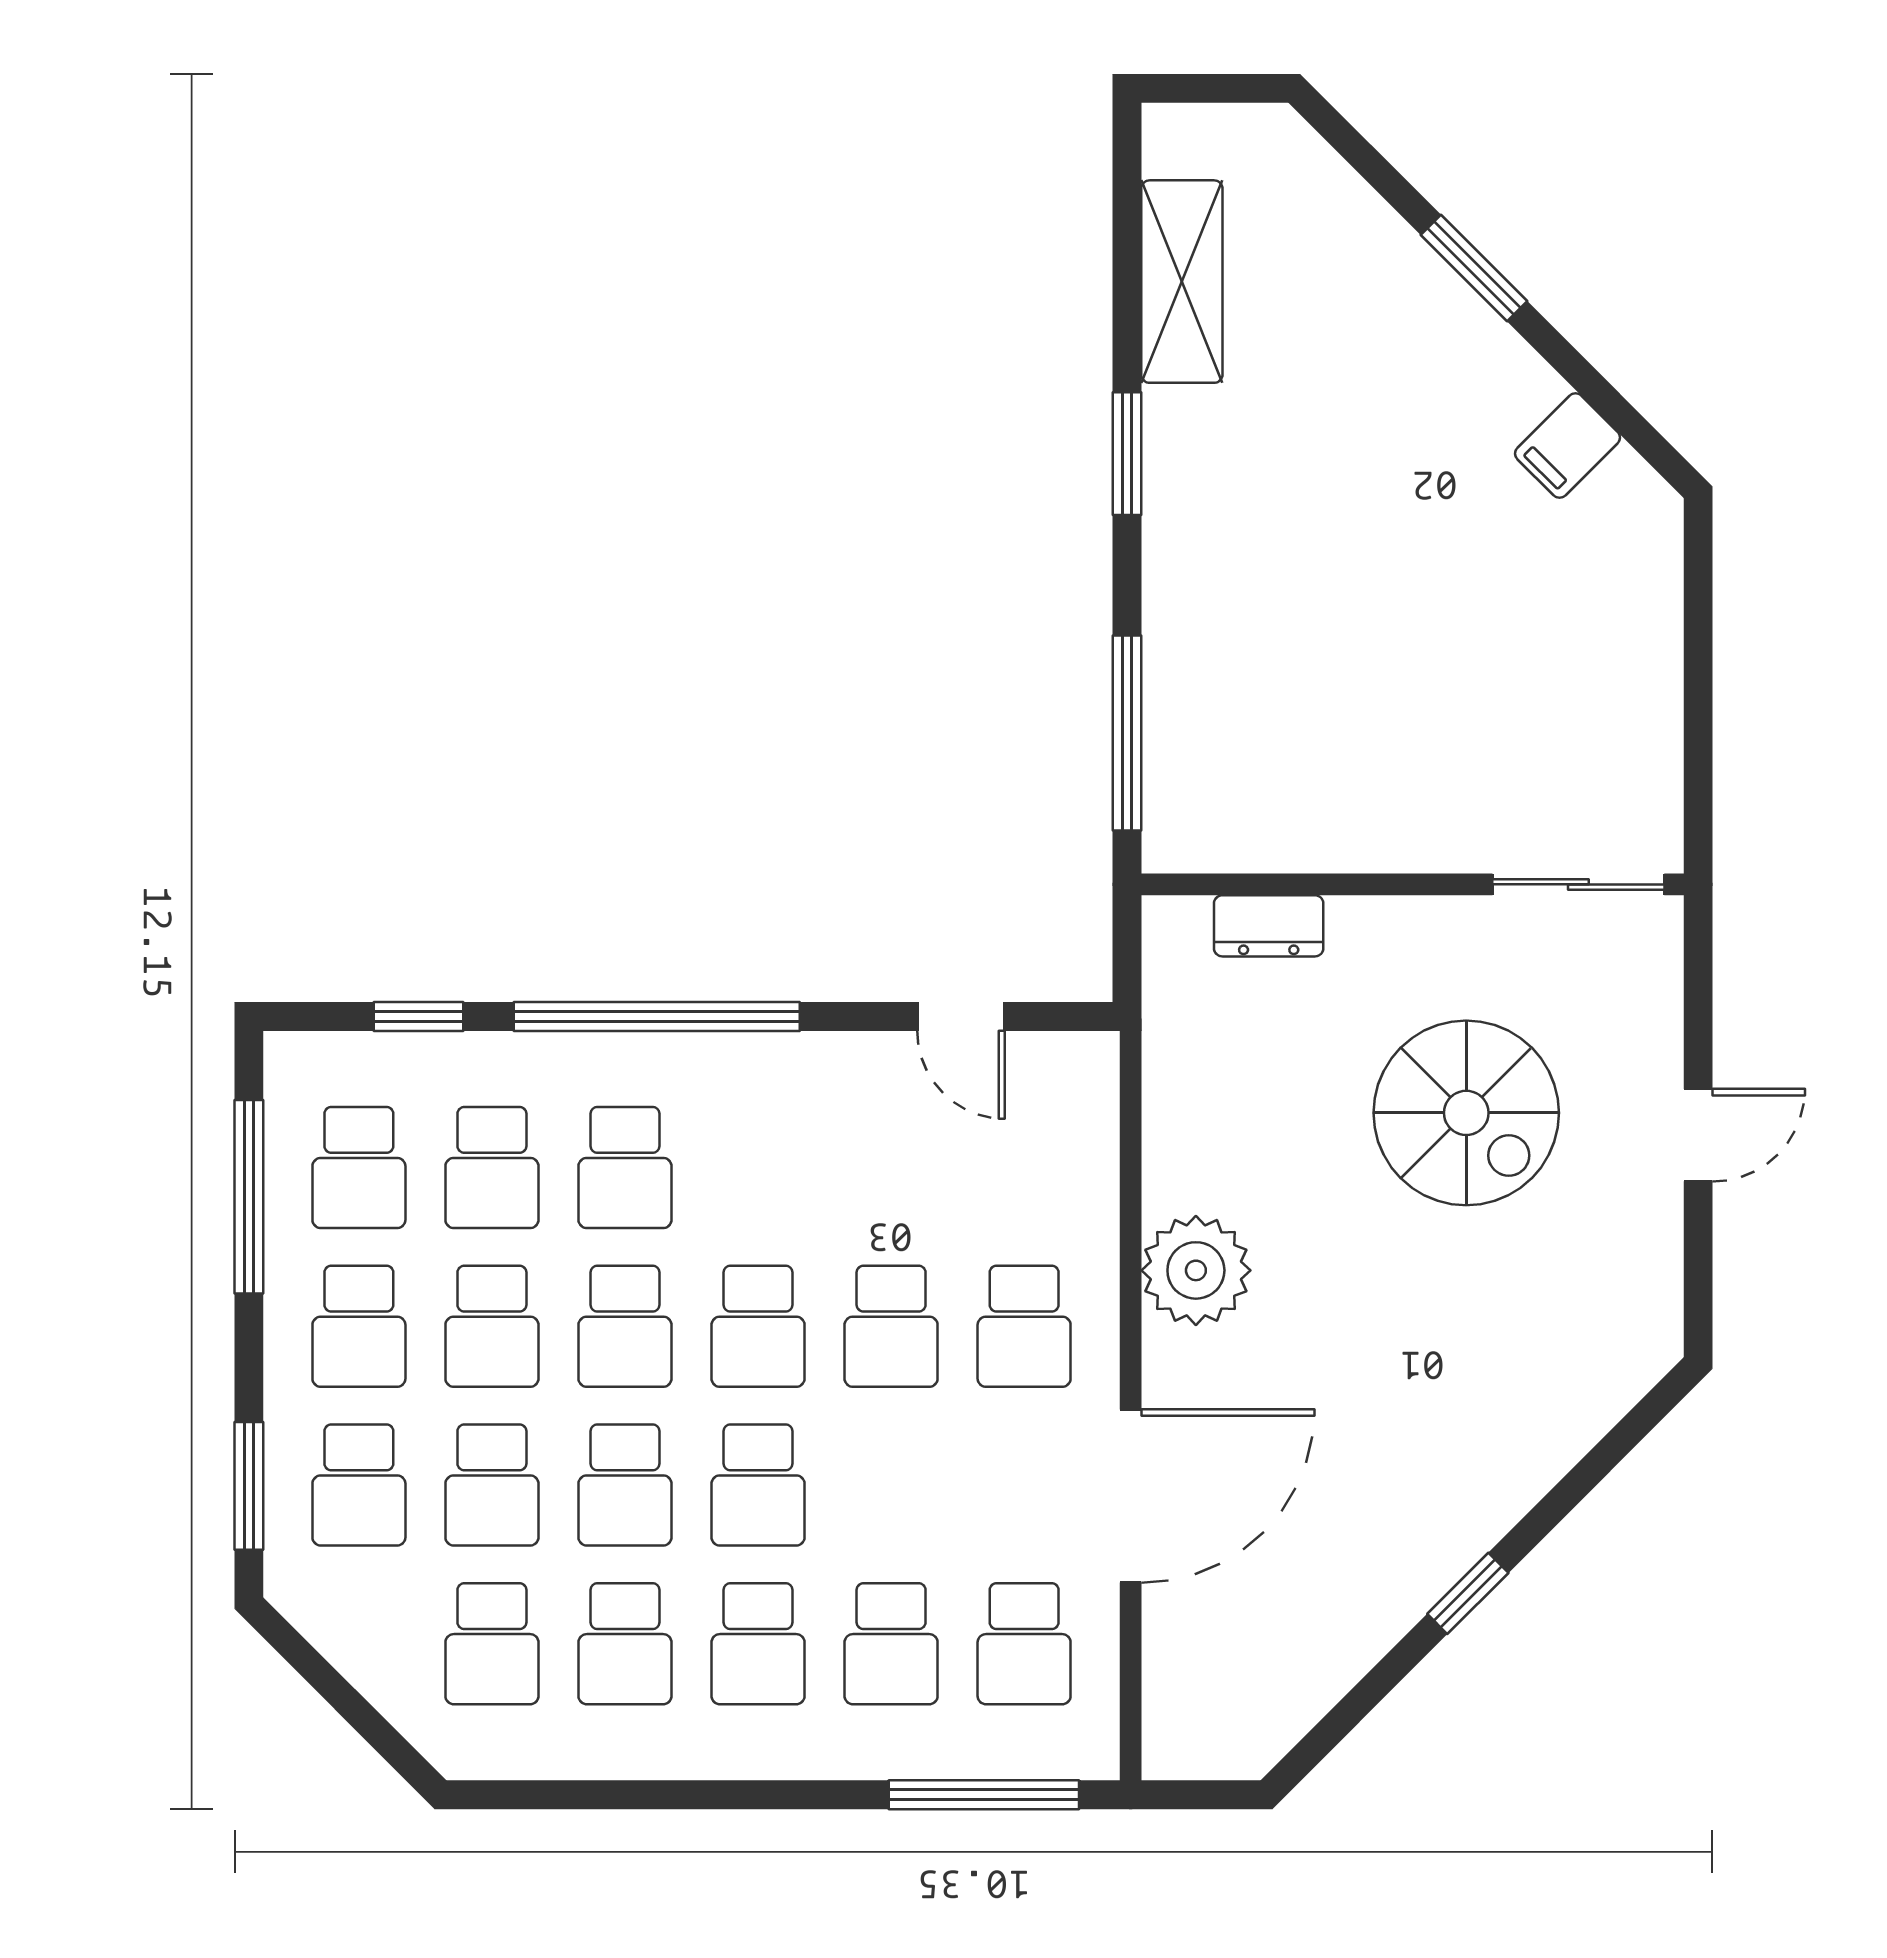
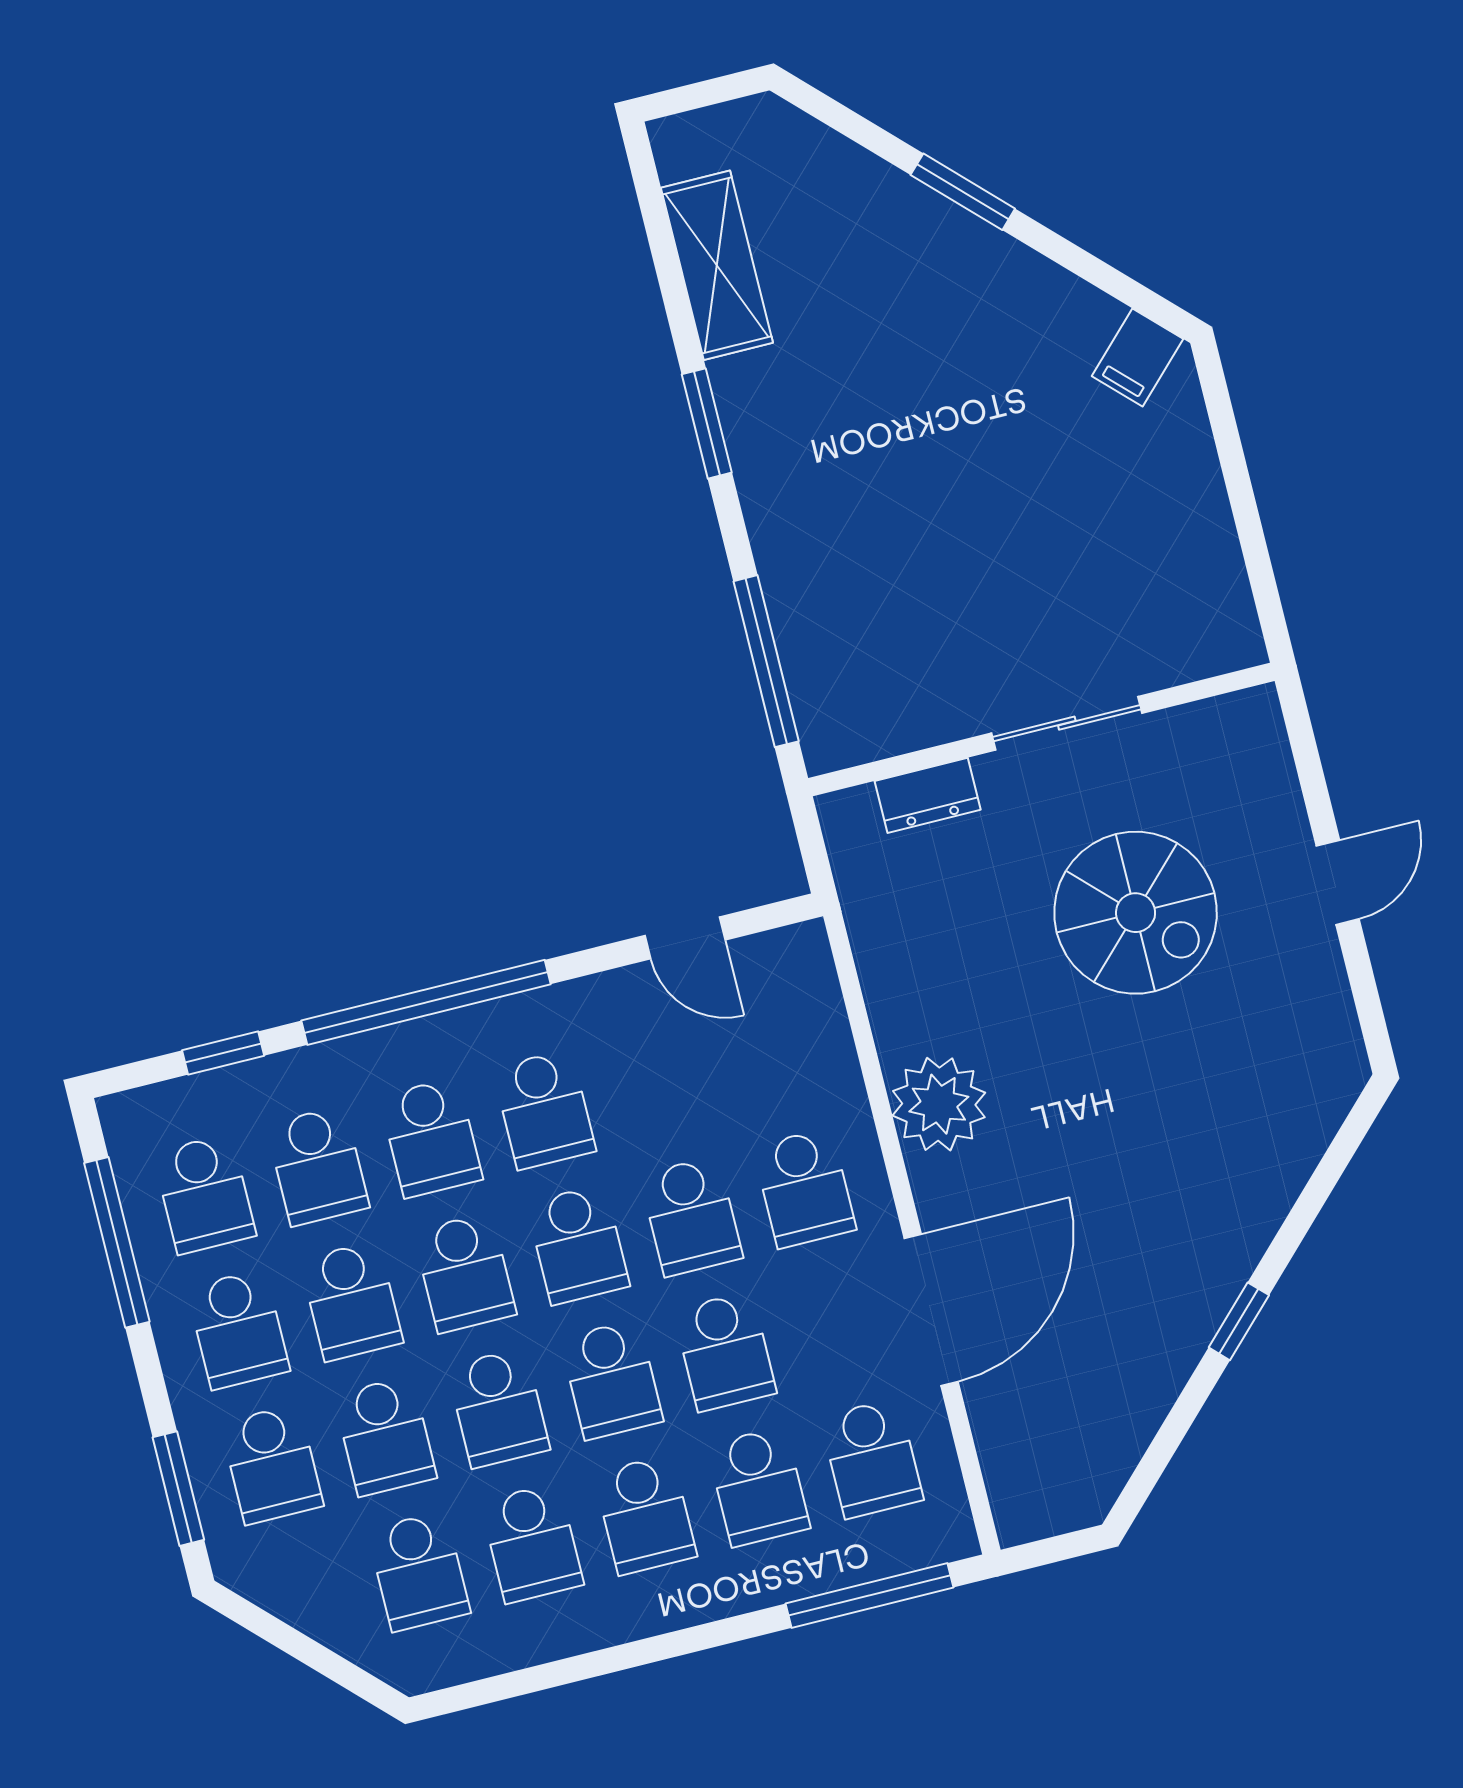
filing cabinet: (1568, 446) -> (1138, 357), moved
sliding door: (1578, 884) -> (1067, 723), moved
school desk: (758, 1168) -> (544, 1109), added
school desk: (891, 1485) -> (725, 1351), added

